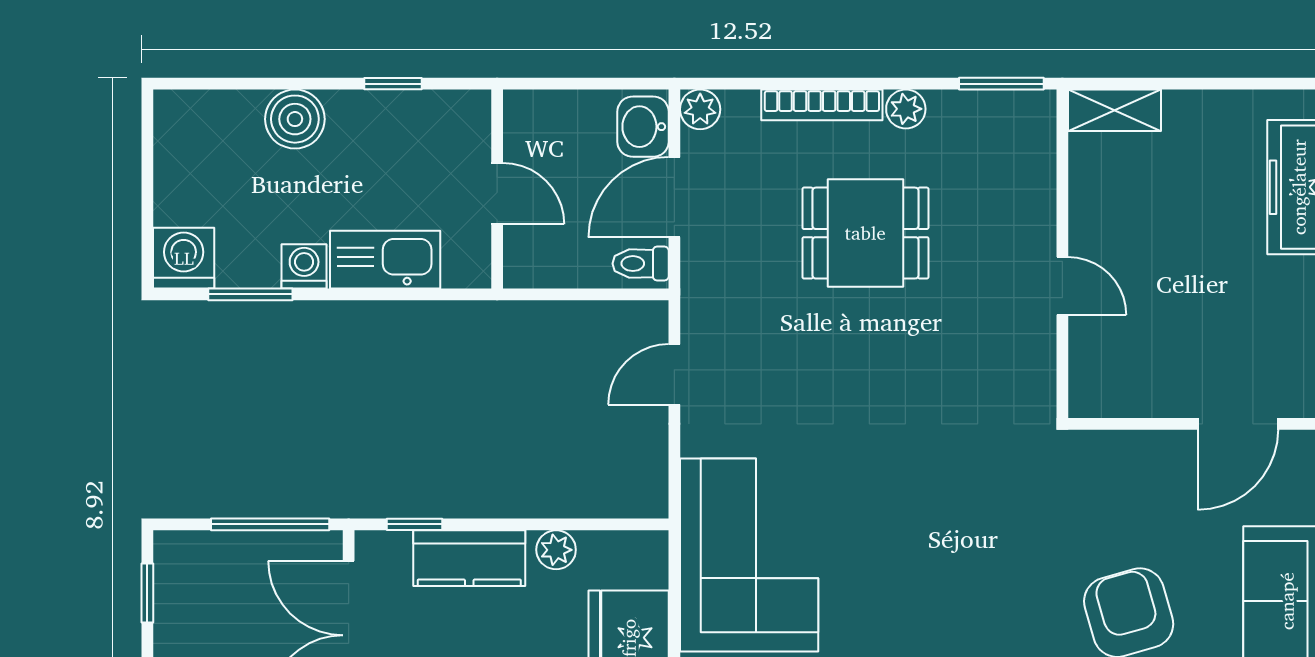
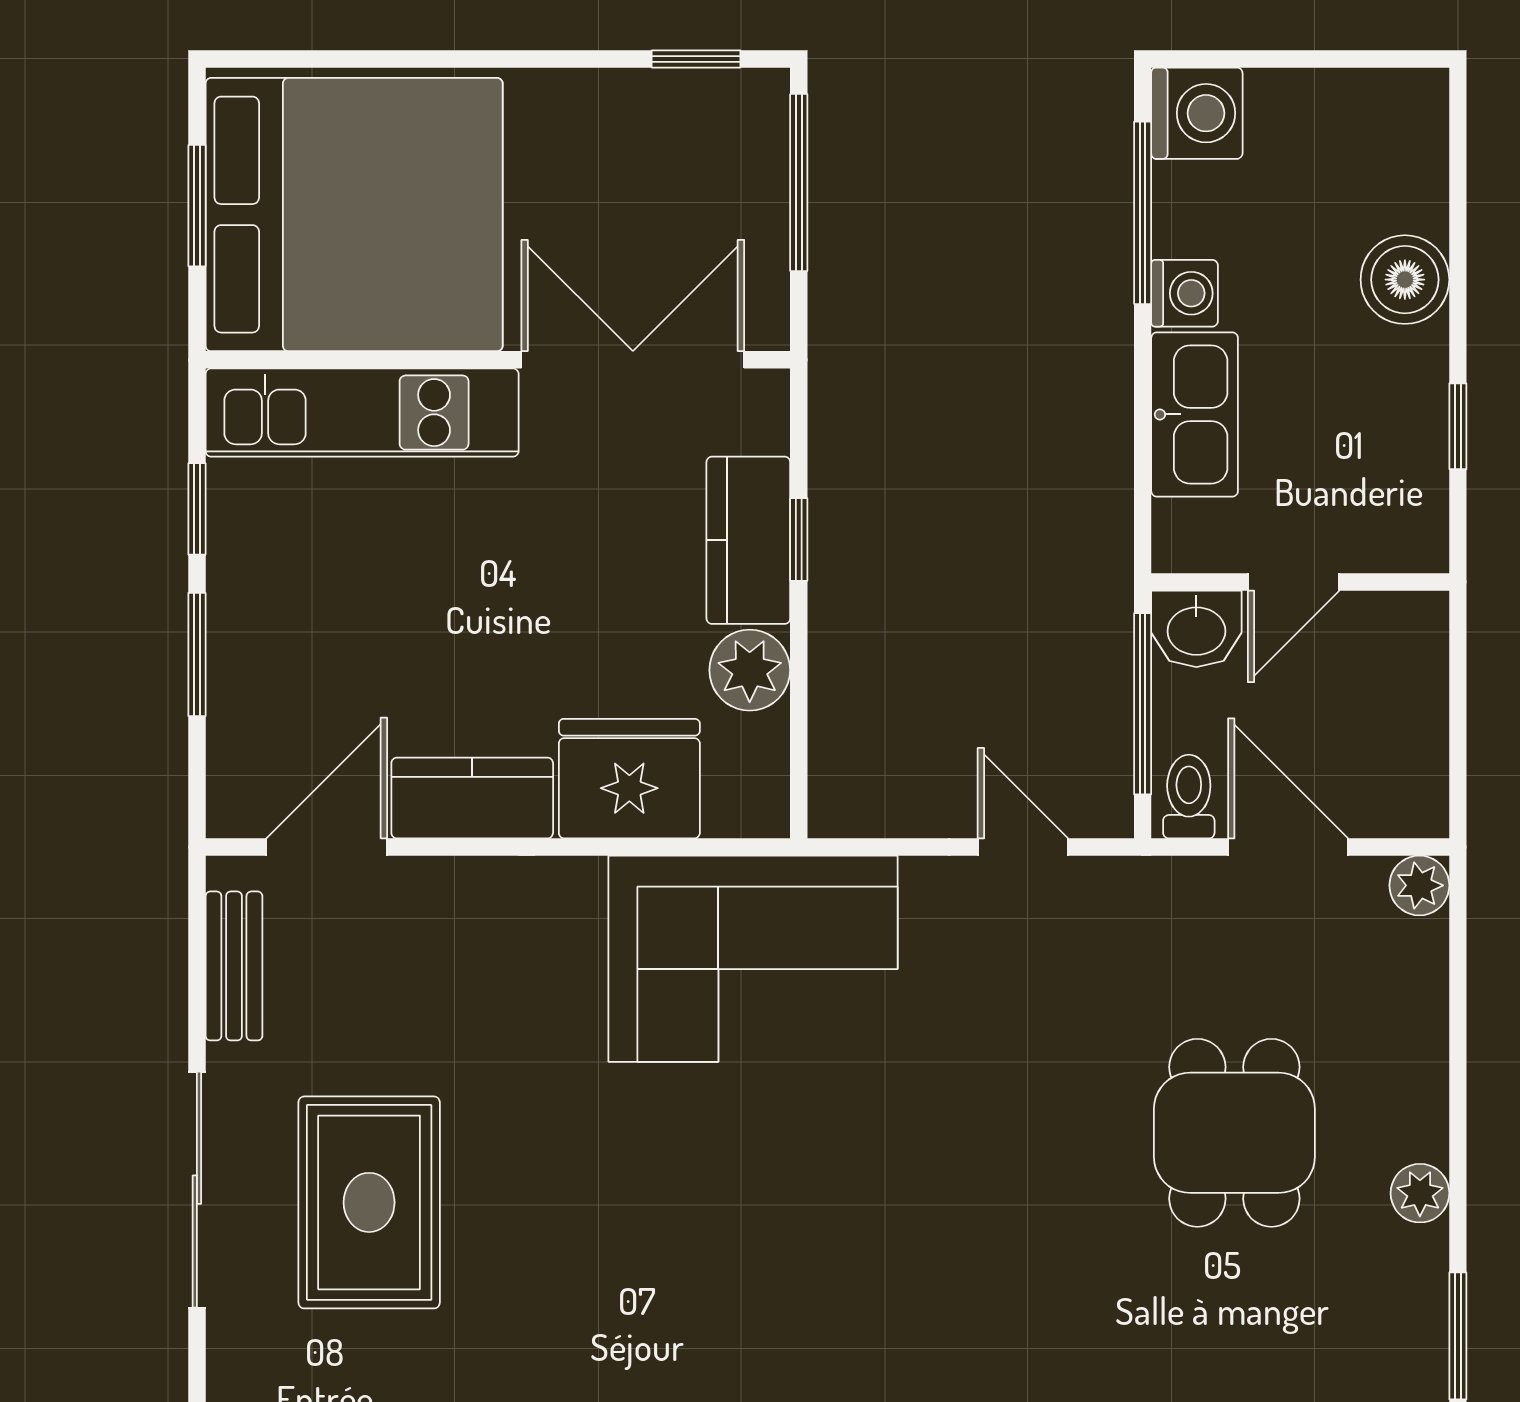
bookcase: (822, 105) -> (1426, 1068), removed
washbasin: (643, 127) -> (1196, 629), moved, turned 180
window: (250, 294) -> (1143, 213), width x1.44
window: (579, 294) -> (1143, 704), added
window: (270, 524) -> (799, 183), moved
window: (415, 524) -> (799, 539), moved
plant: (556, 550) -> (750, 670), width x1.38, depth x1.38

